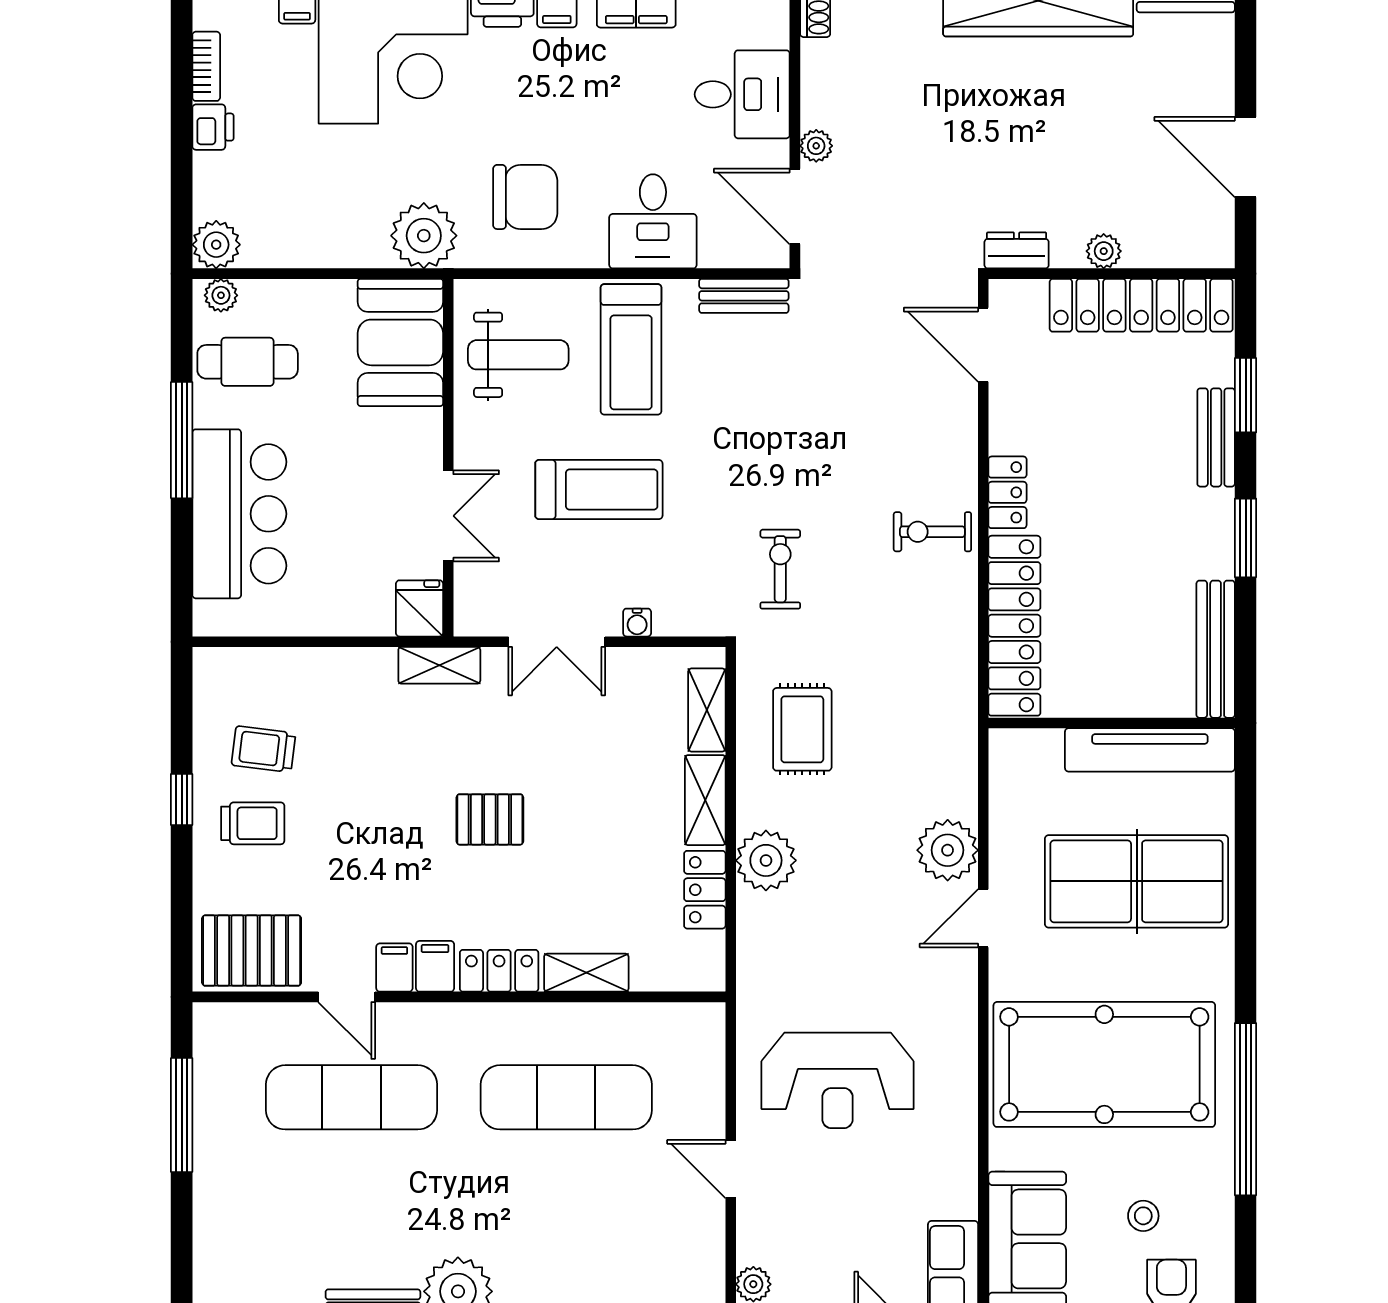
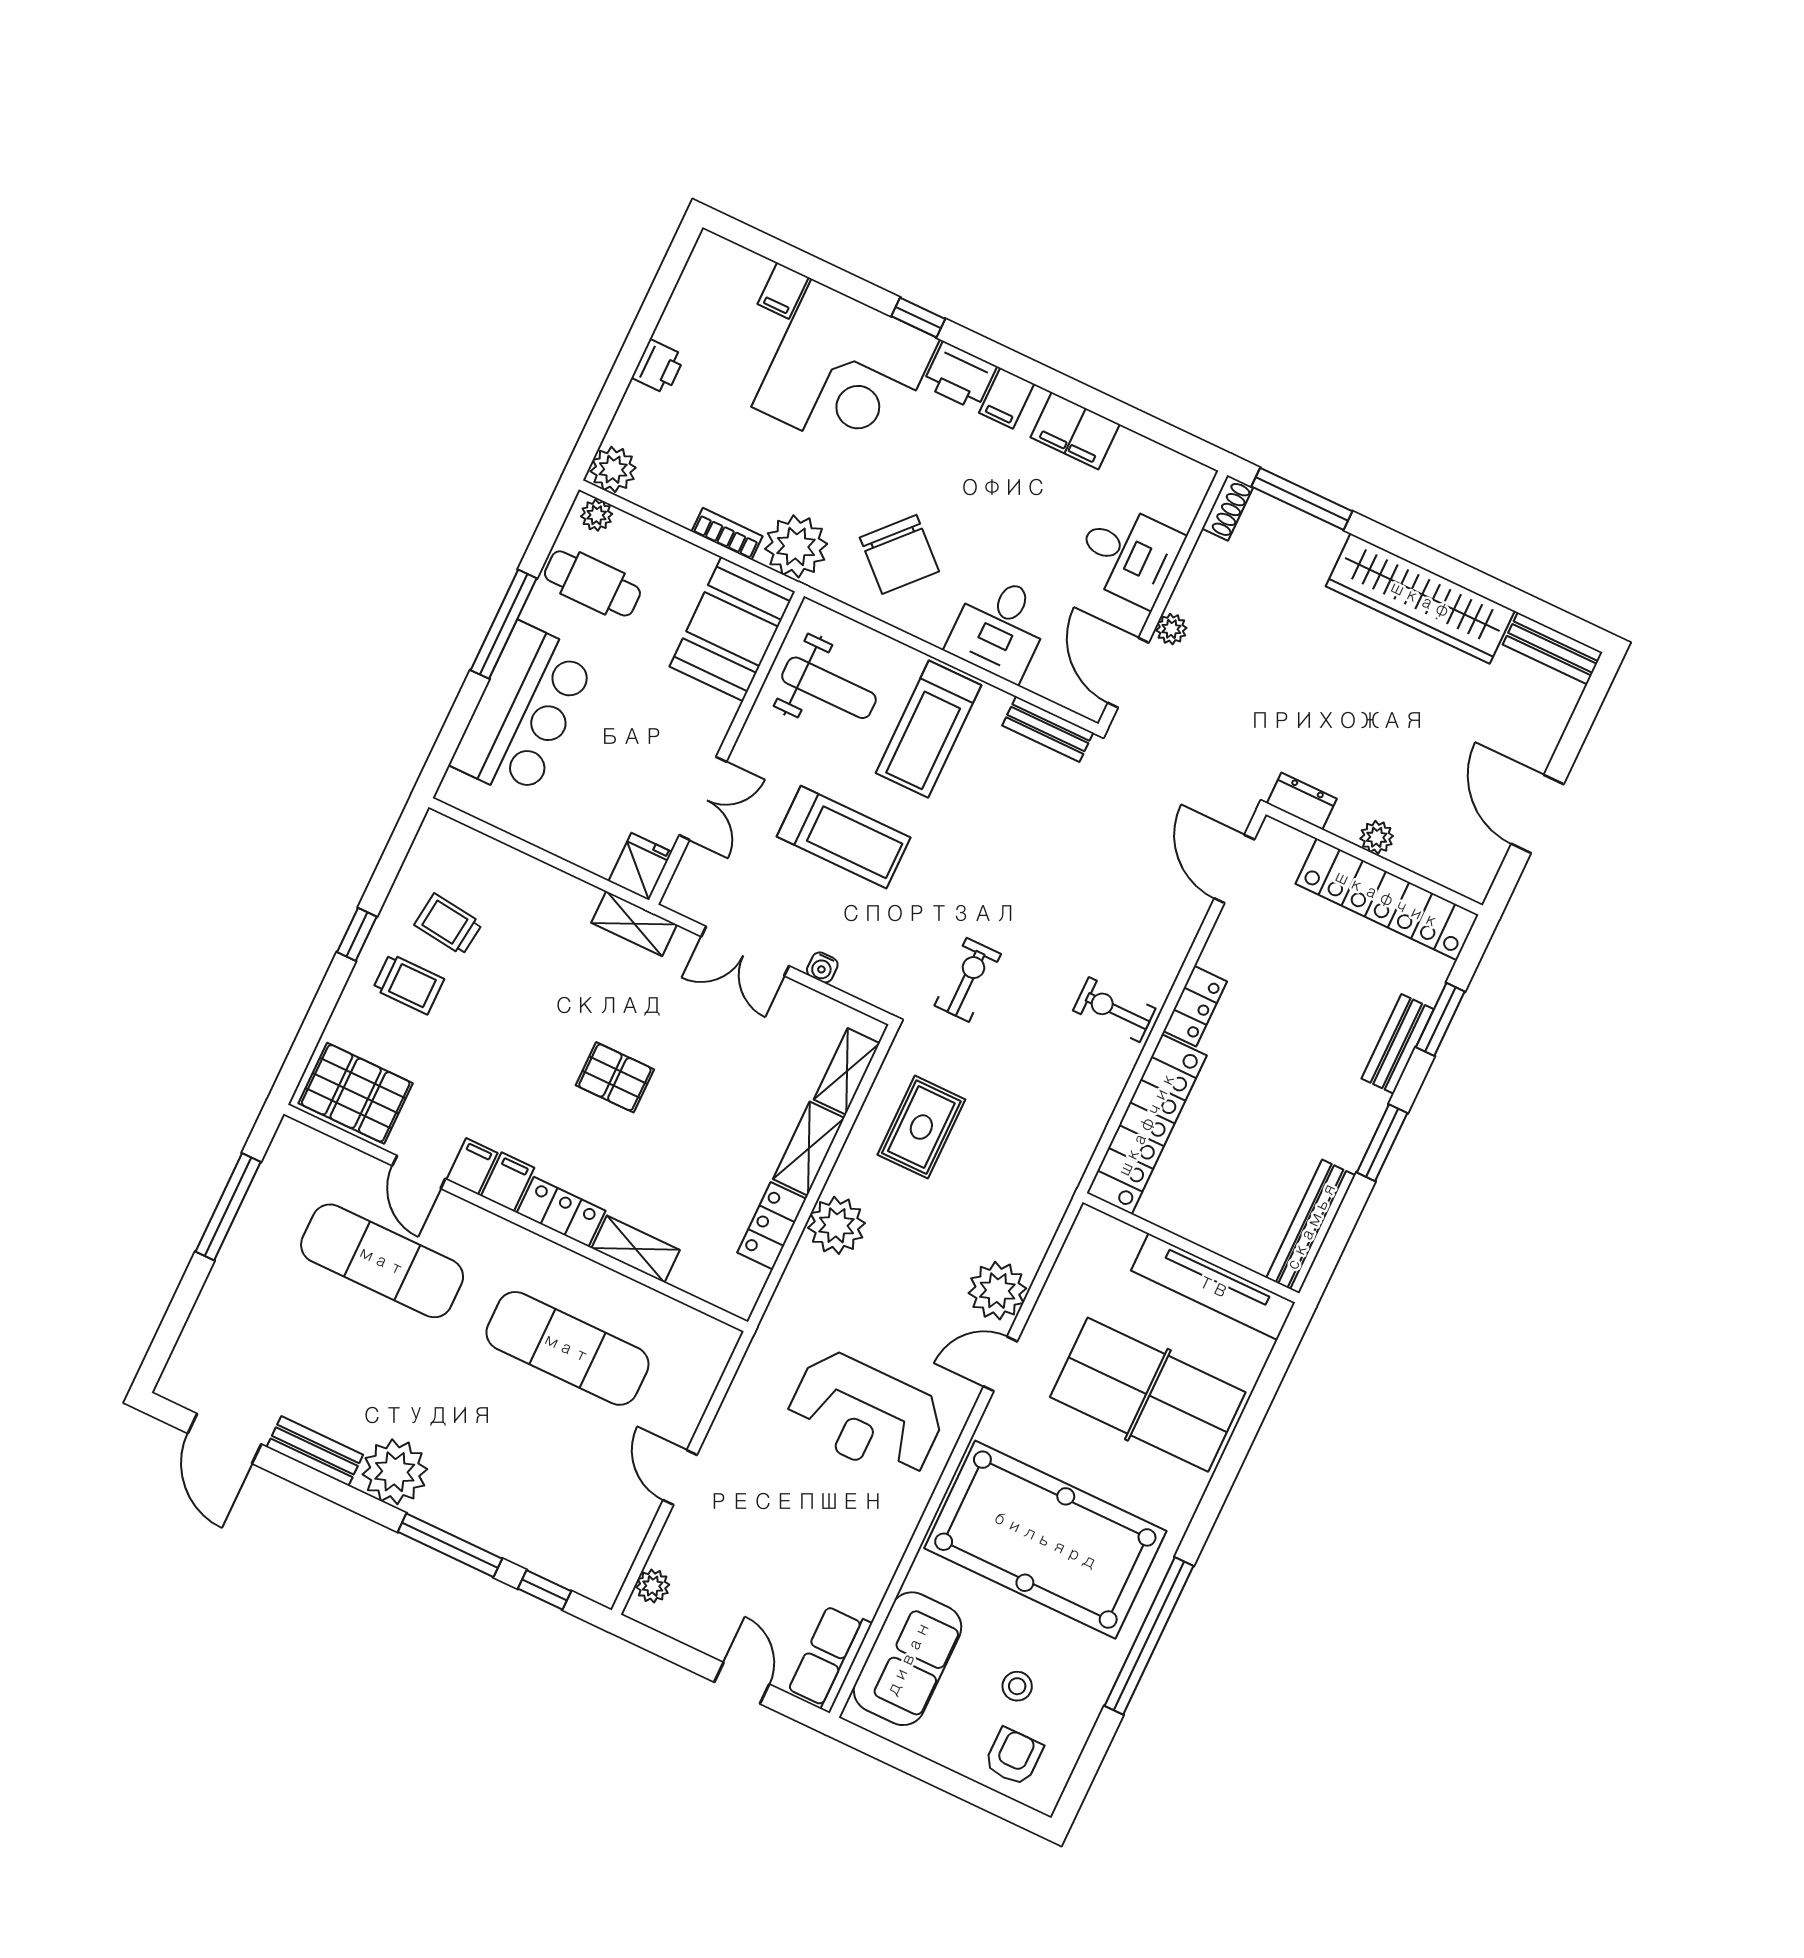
bookcase: (206, 66) -> (727, 534), moved, turned -90
chair: (525, 197) -> (899, 554), turned 43
reception desk: (838, 1080) -> (866, 1415), moved

